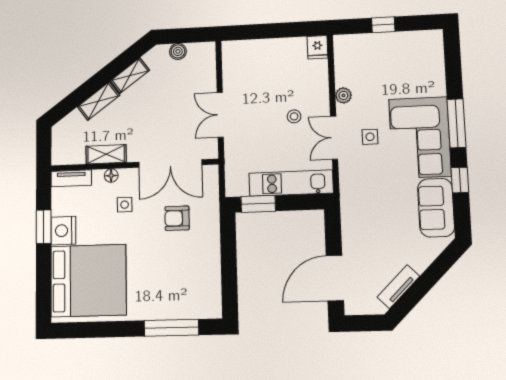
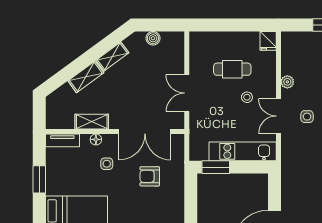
cafe table: (275, 83) -> (232, 69), added
nightstand: (63, 231) -> (56, 183), removed

